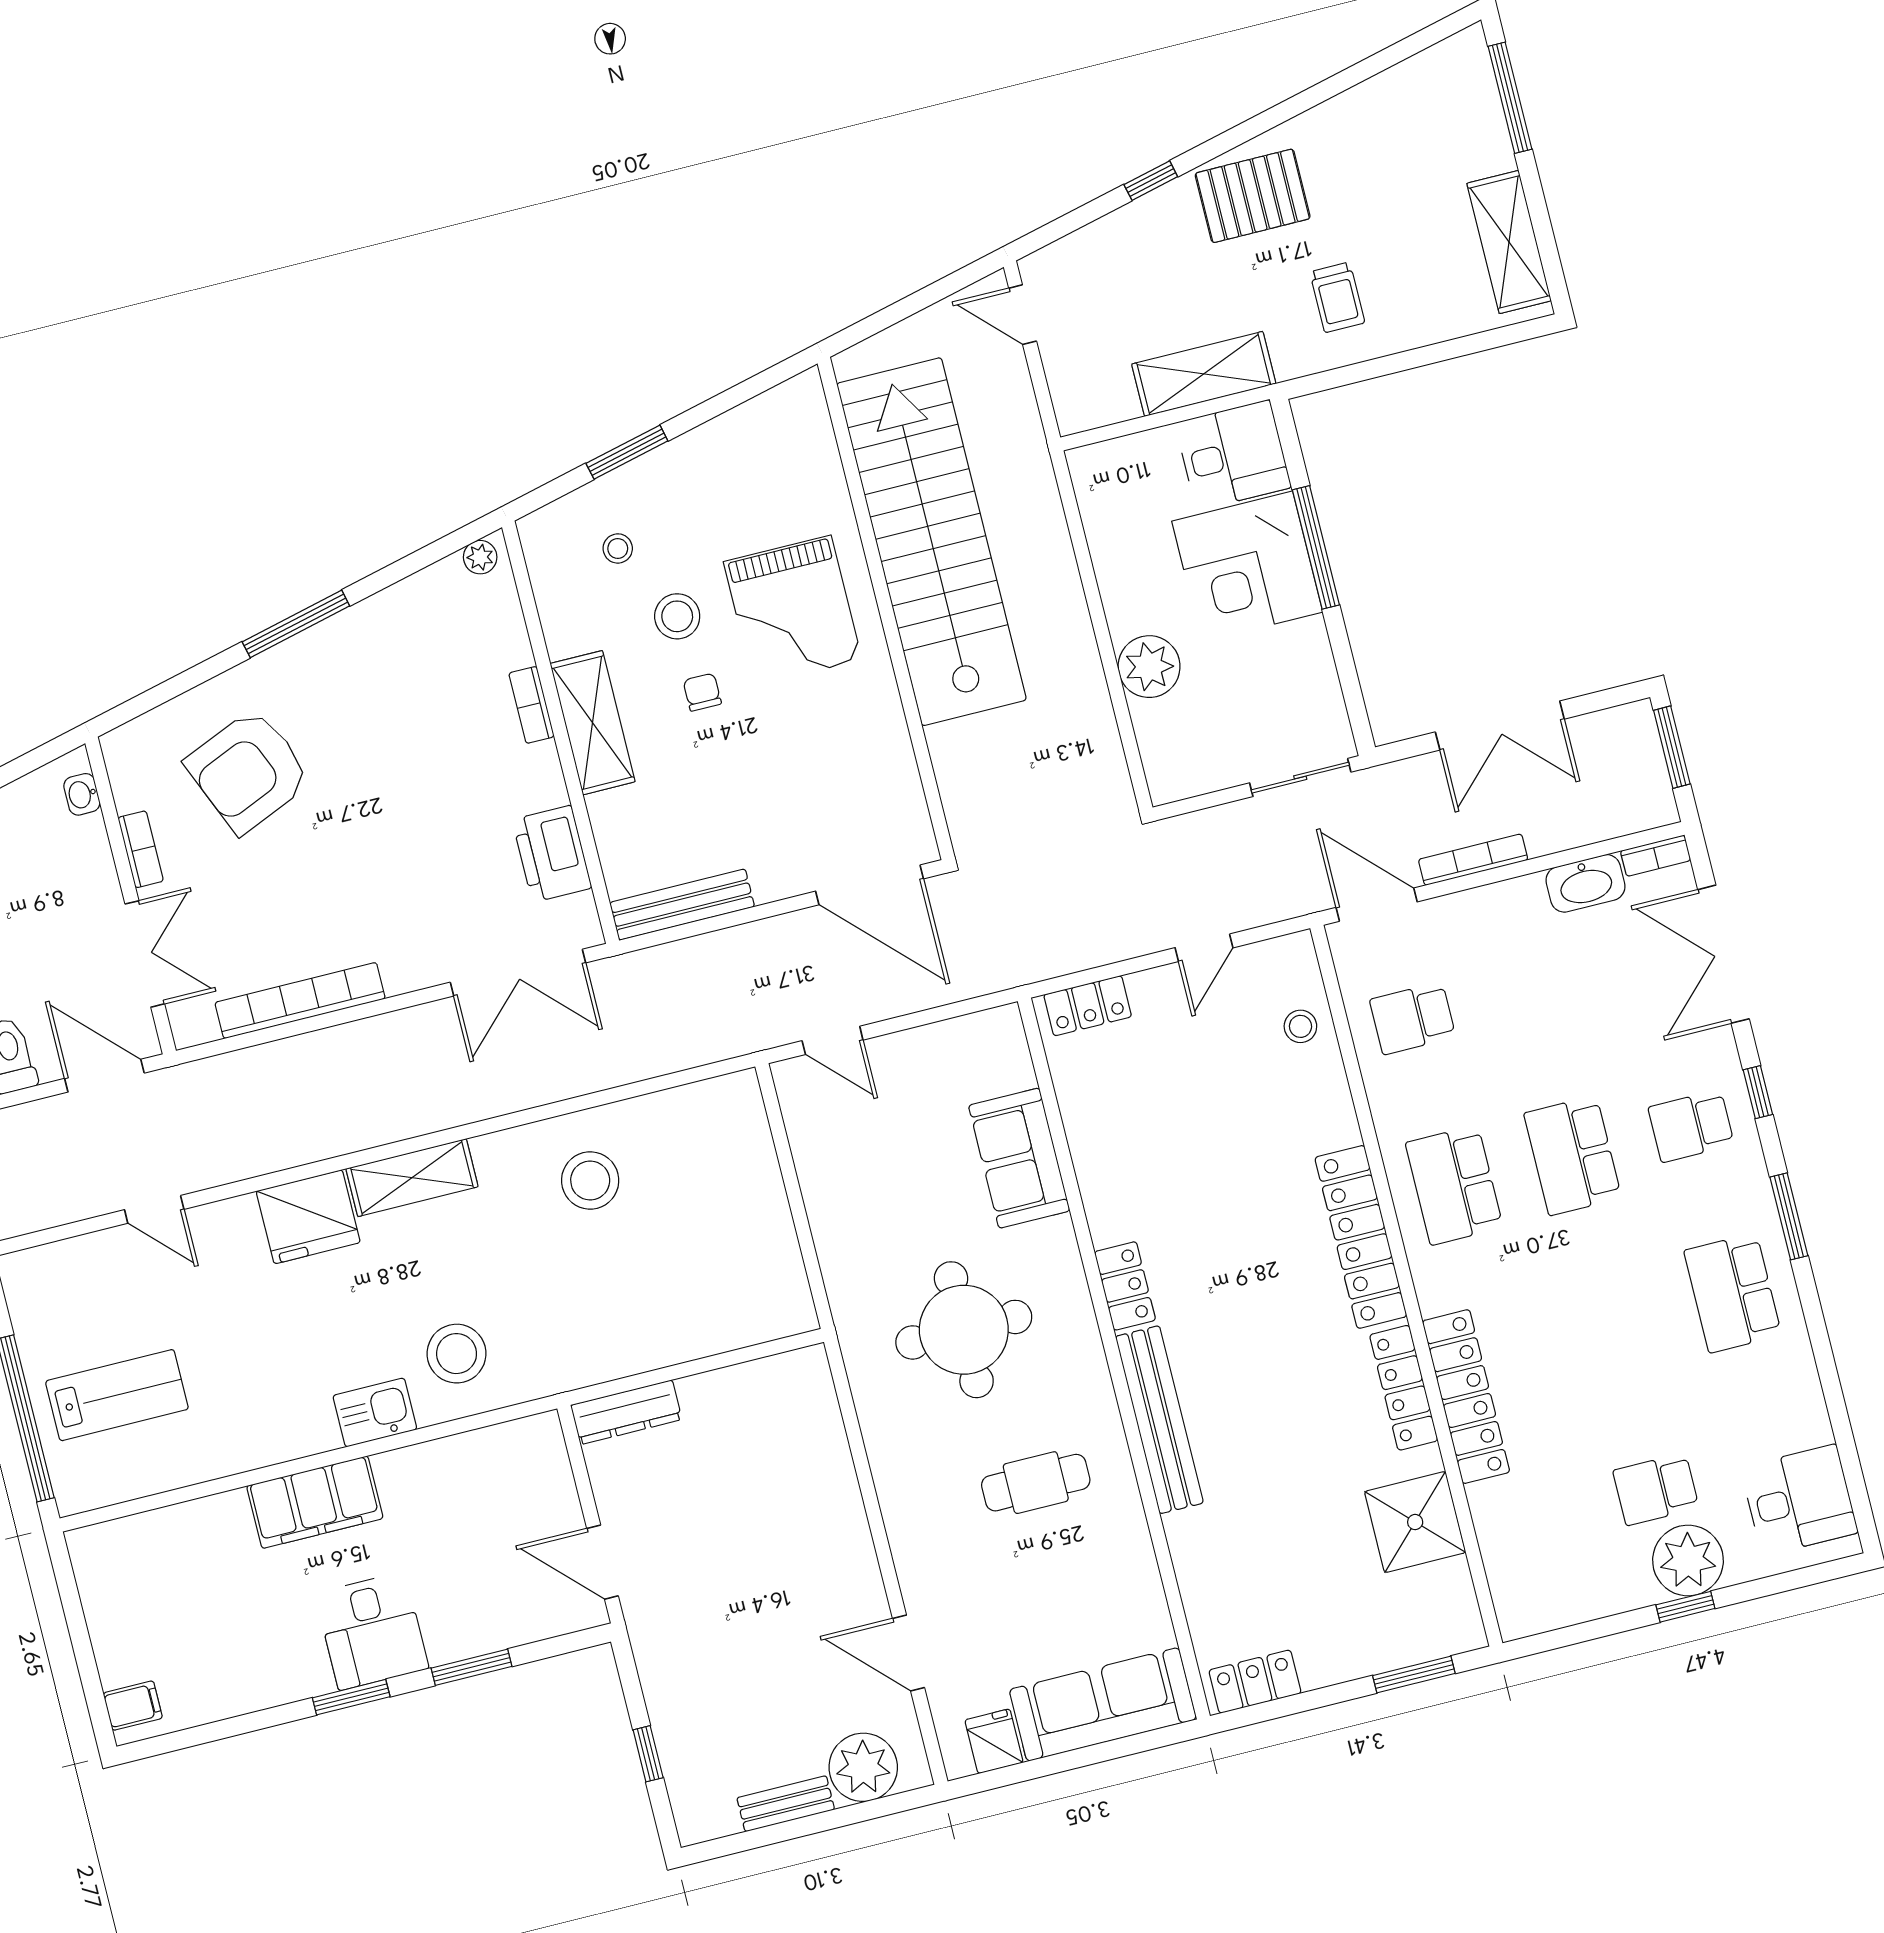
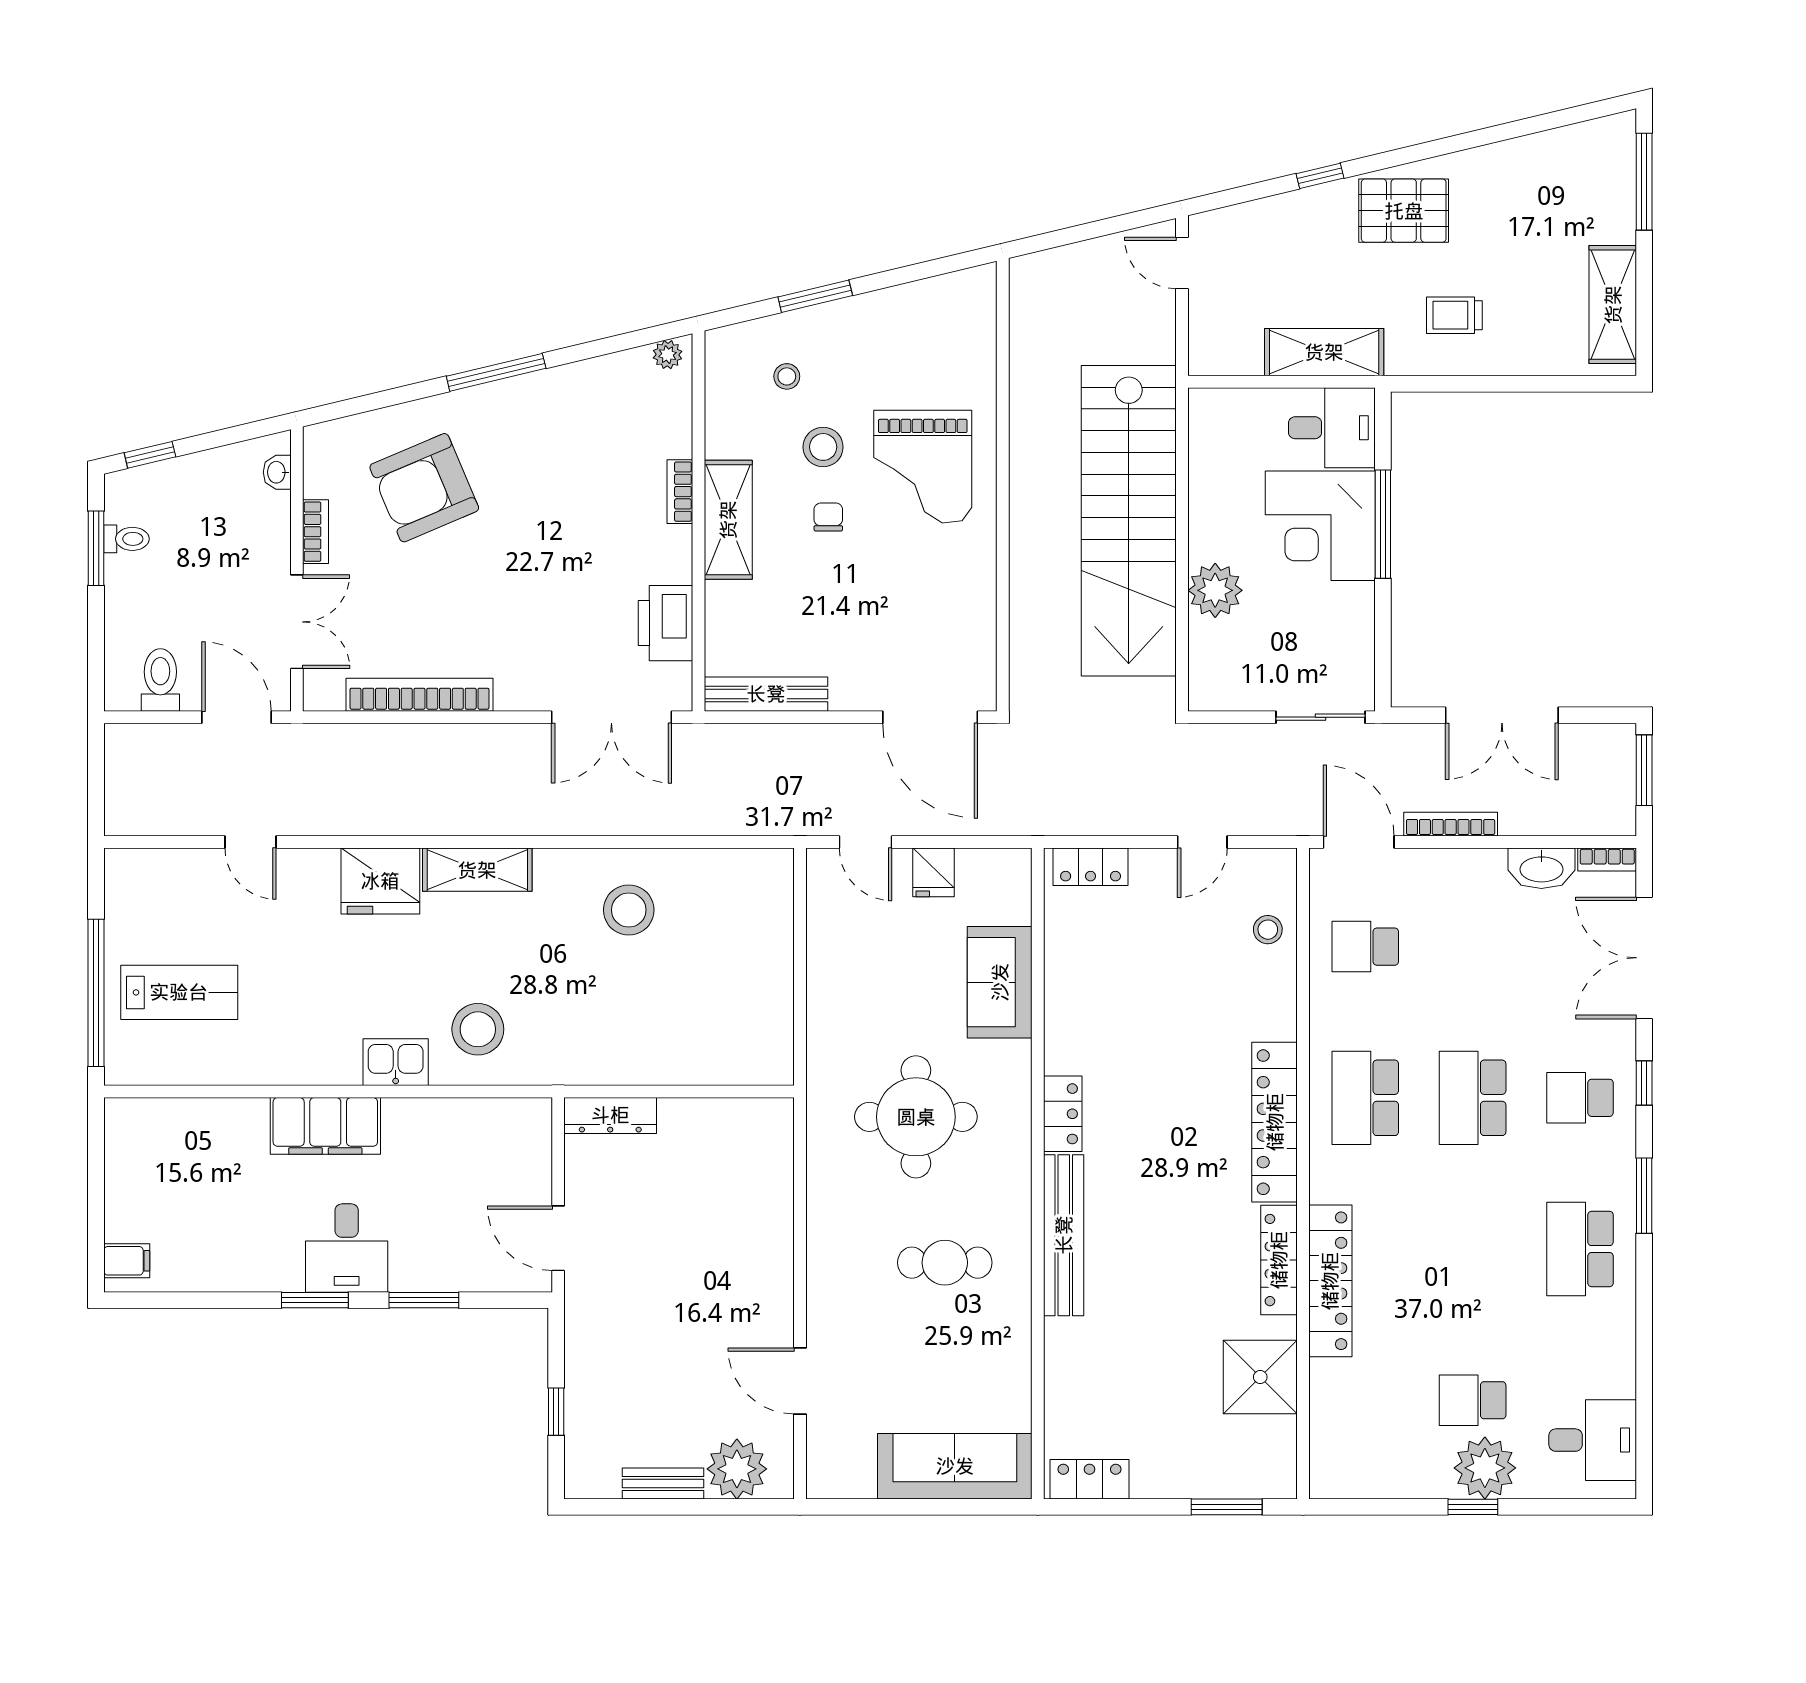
trolley: (1337, 297) -> (1454, 315), turned 90
stairs: (932, 542) -> (1129, 521), moved, turned 180
fridge: (994, 1741) -> (933, 872), moved, turned 180

